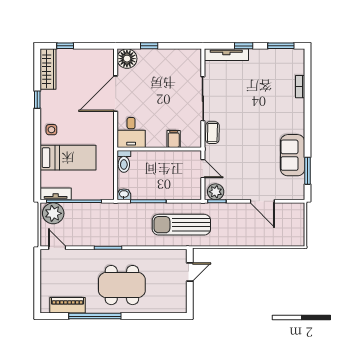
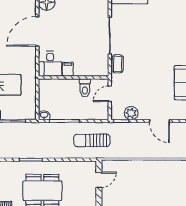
filing cabinet: (174, 139) -> (68, 69), moved
toilet: (124, 161) -> (85, 88), moved
door: (203, 169) -> (110, 94), swing flipped
plant: (216, 192) -> (131, 113), moved
sun lounger: (181, 225) -> (92, 140), width x0.73, depth x0.75

